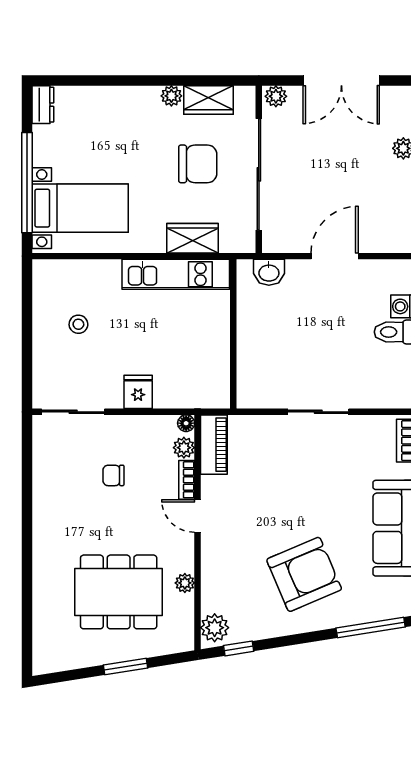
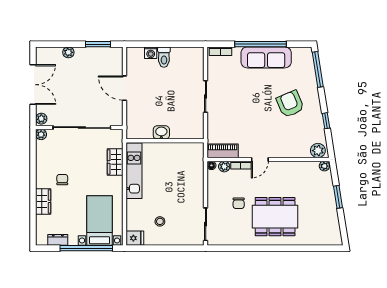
plant: (171, 96) -> (41, 134), moved
wardrobe: (208, 100) -> (43, 201), moved
dresser: (43, 105) -> (58, 240), moved
chair: (198, 164) -> (62, 180), moved, width x0.54, depth x0.54
washbasin: (269, 272) -> (161, 132), moved, turned -90
fridge: (138, 392) -> (135, 238), moved, turned 180
armchair: (304, 574) -> (290, 104), width x0.73, depth x0.73
plant: (185, 583) -> (324, 166), moved
dining table: (119, 592) -> (275, 217), moved, turned 90
window: (239, 648) -> (326, 121), moved

